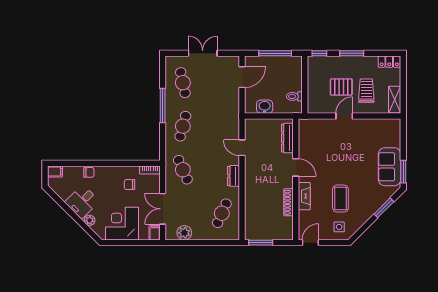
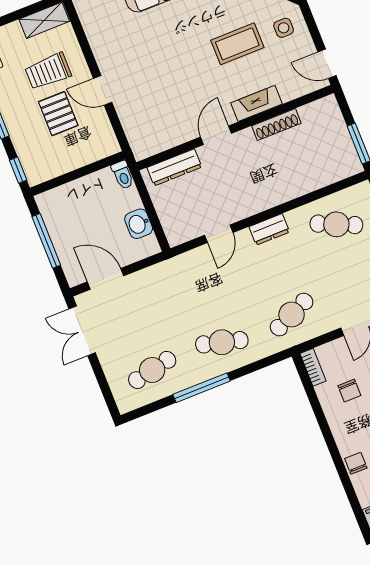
double door: (203, 53) -> (82, 331), moved
toilet: (294, 96) -> (123, 175), moved

